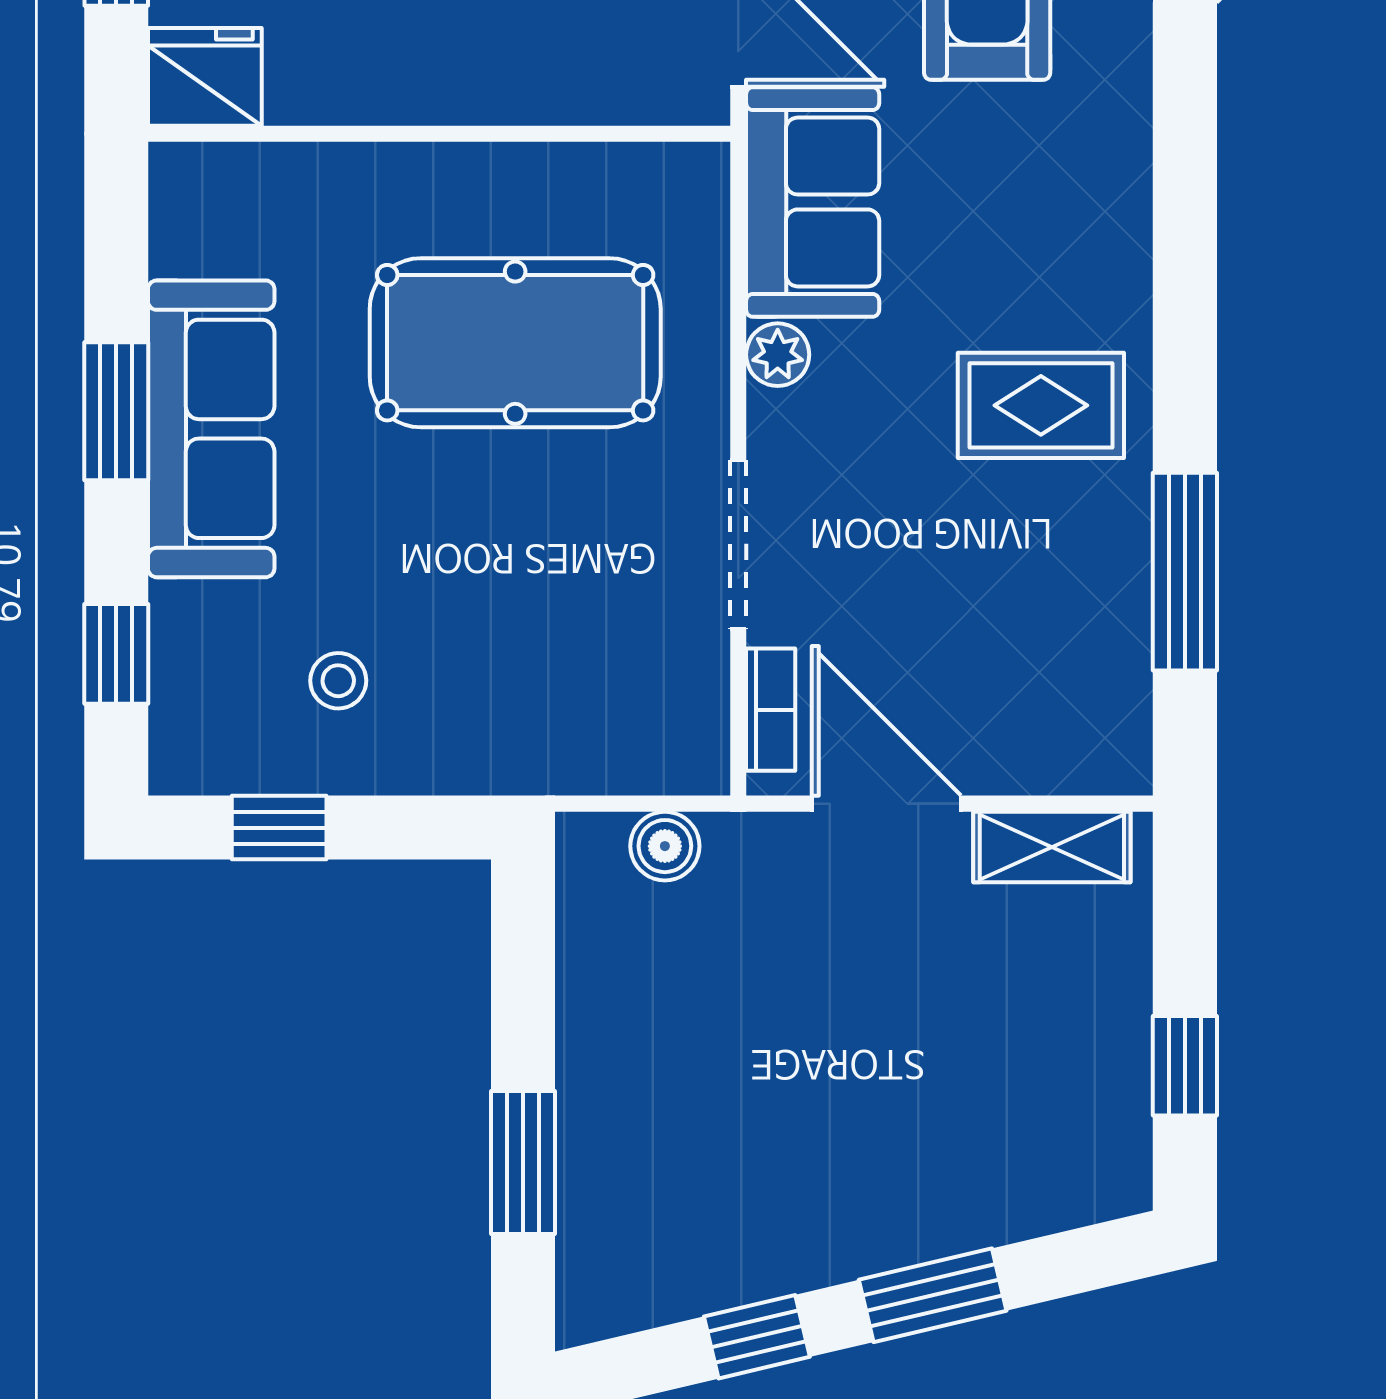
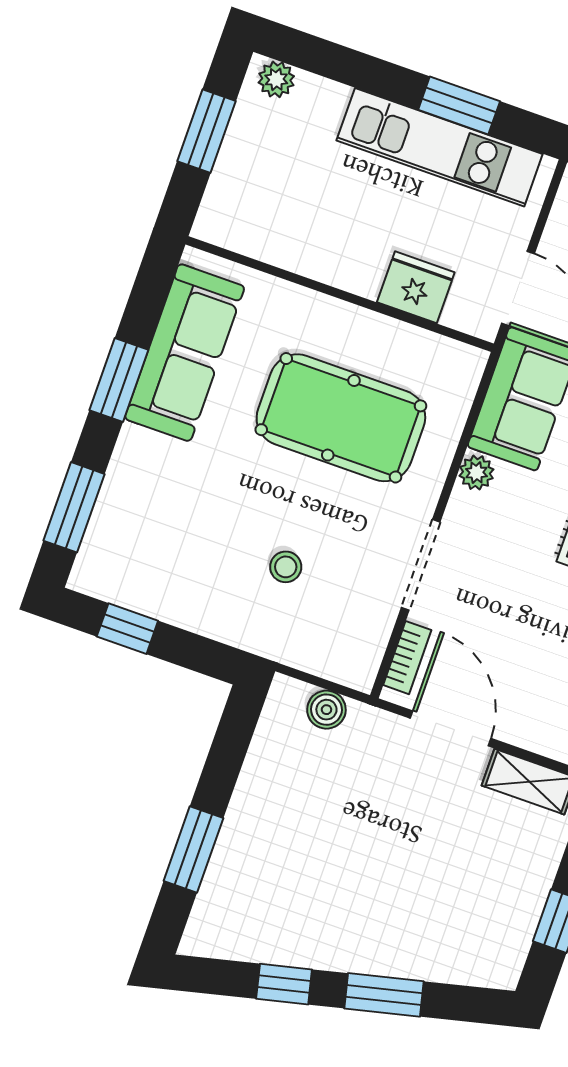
fridge: (205, 77) -> (416, 287), moved
sofa: (211, 429) -> (185, 353), moved
window: (116, 654) -> (74, 507), width x1.50
stool: (338, 681) -> (286, 567), moved

